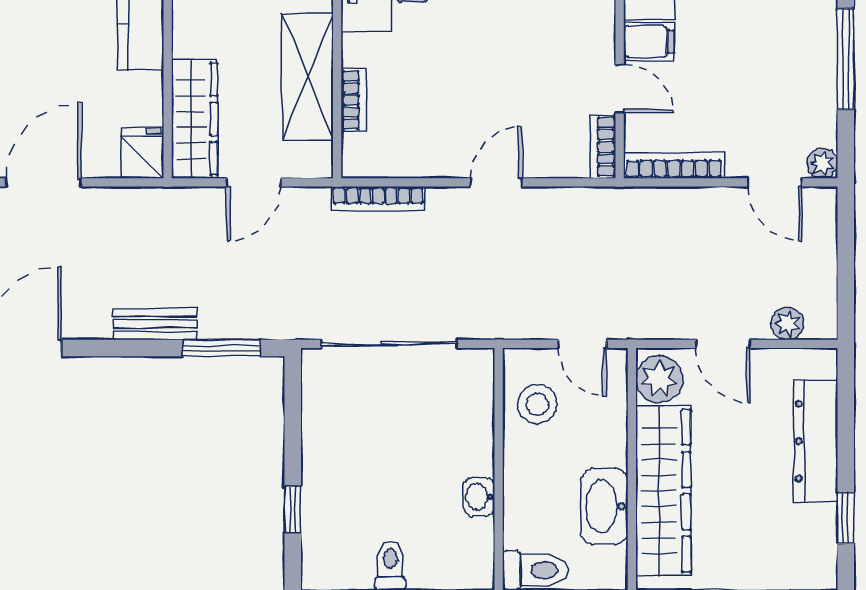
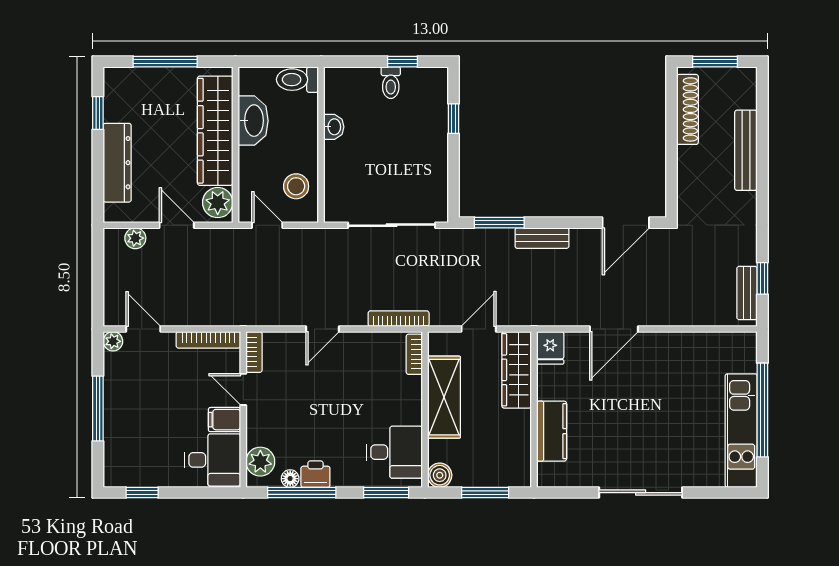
bookcase: (354, 100) -> (414, 354), moved

